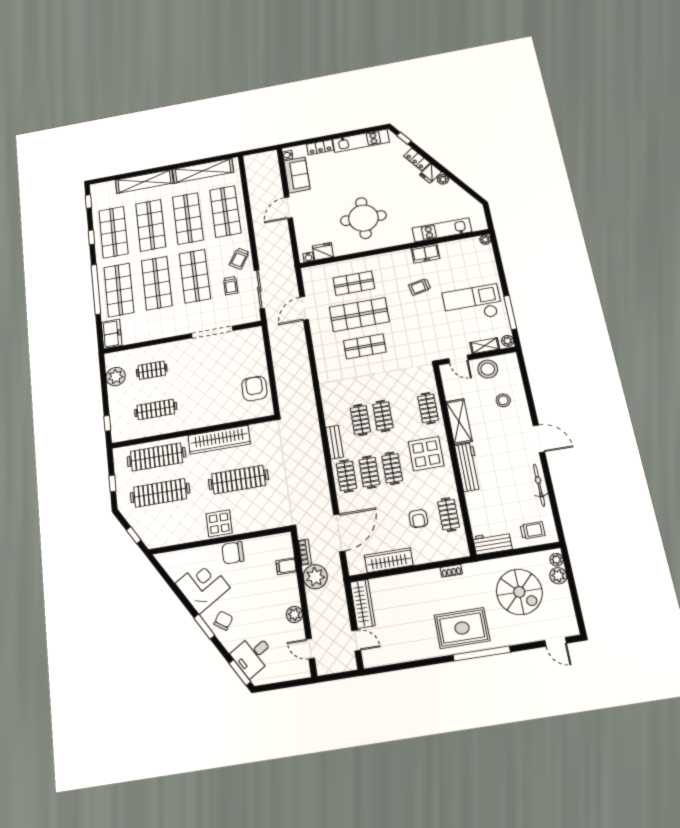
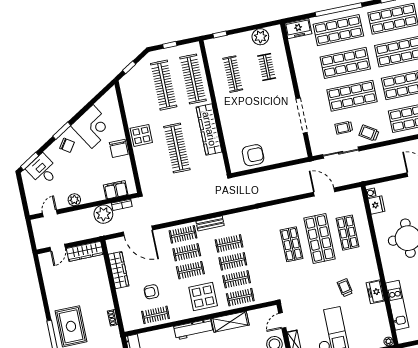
clothes rail: (405, 412) -> (237, 279), added
chair: (233, 553) -> (119, 148), turned 180
filing cabinet: (286, 566) -> (116, 190), width x2.00

